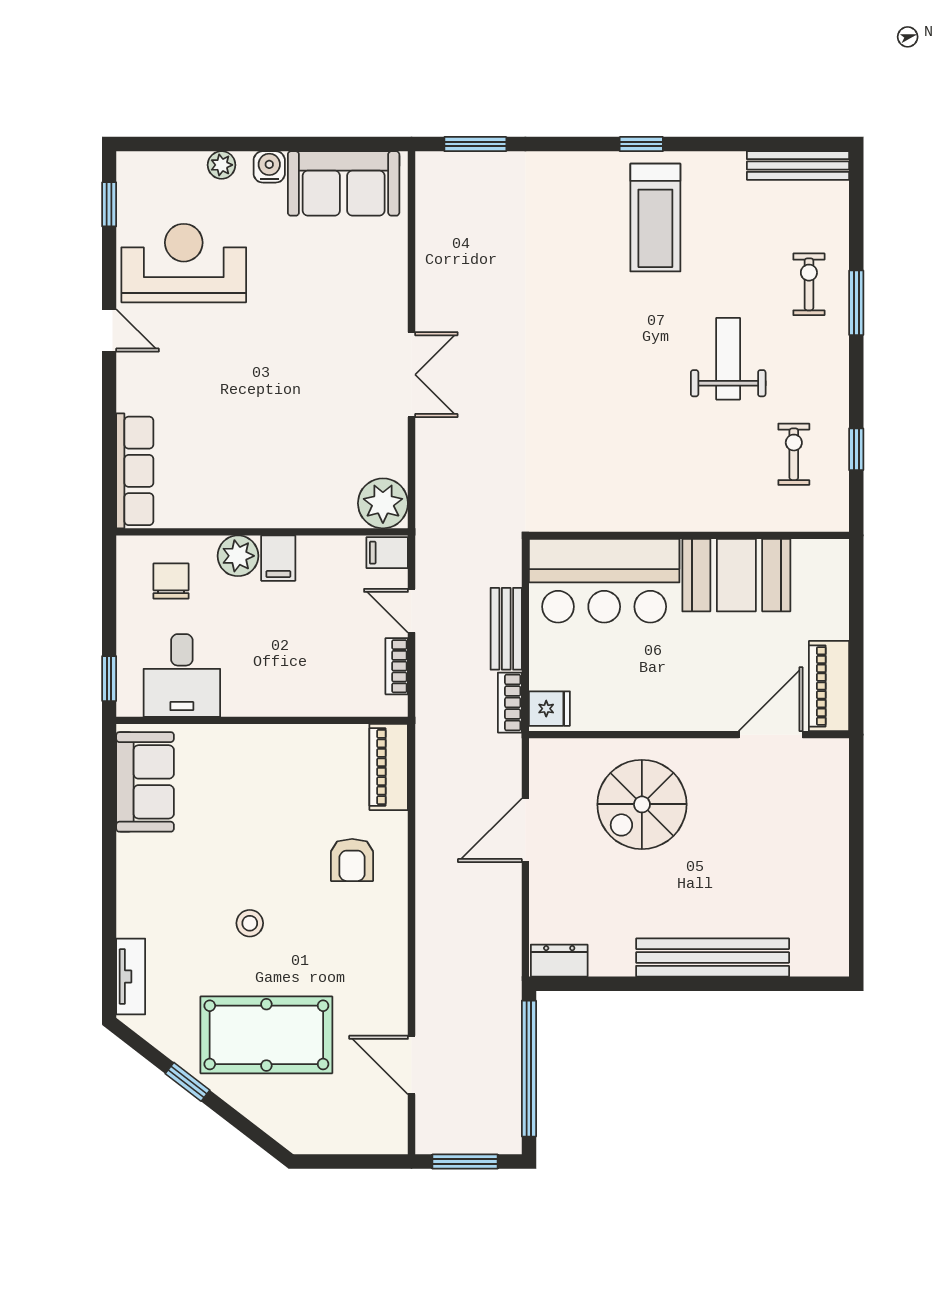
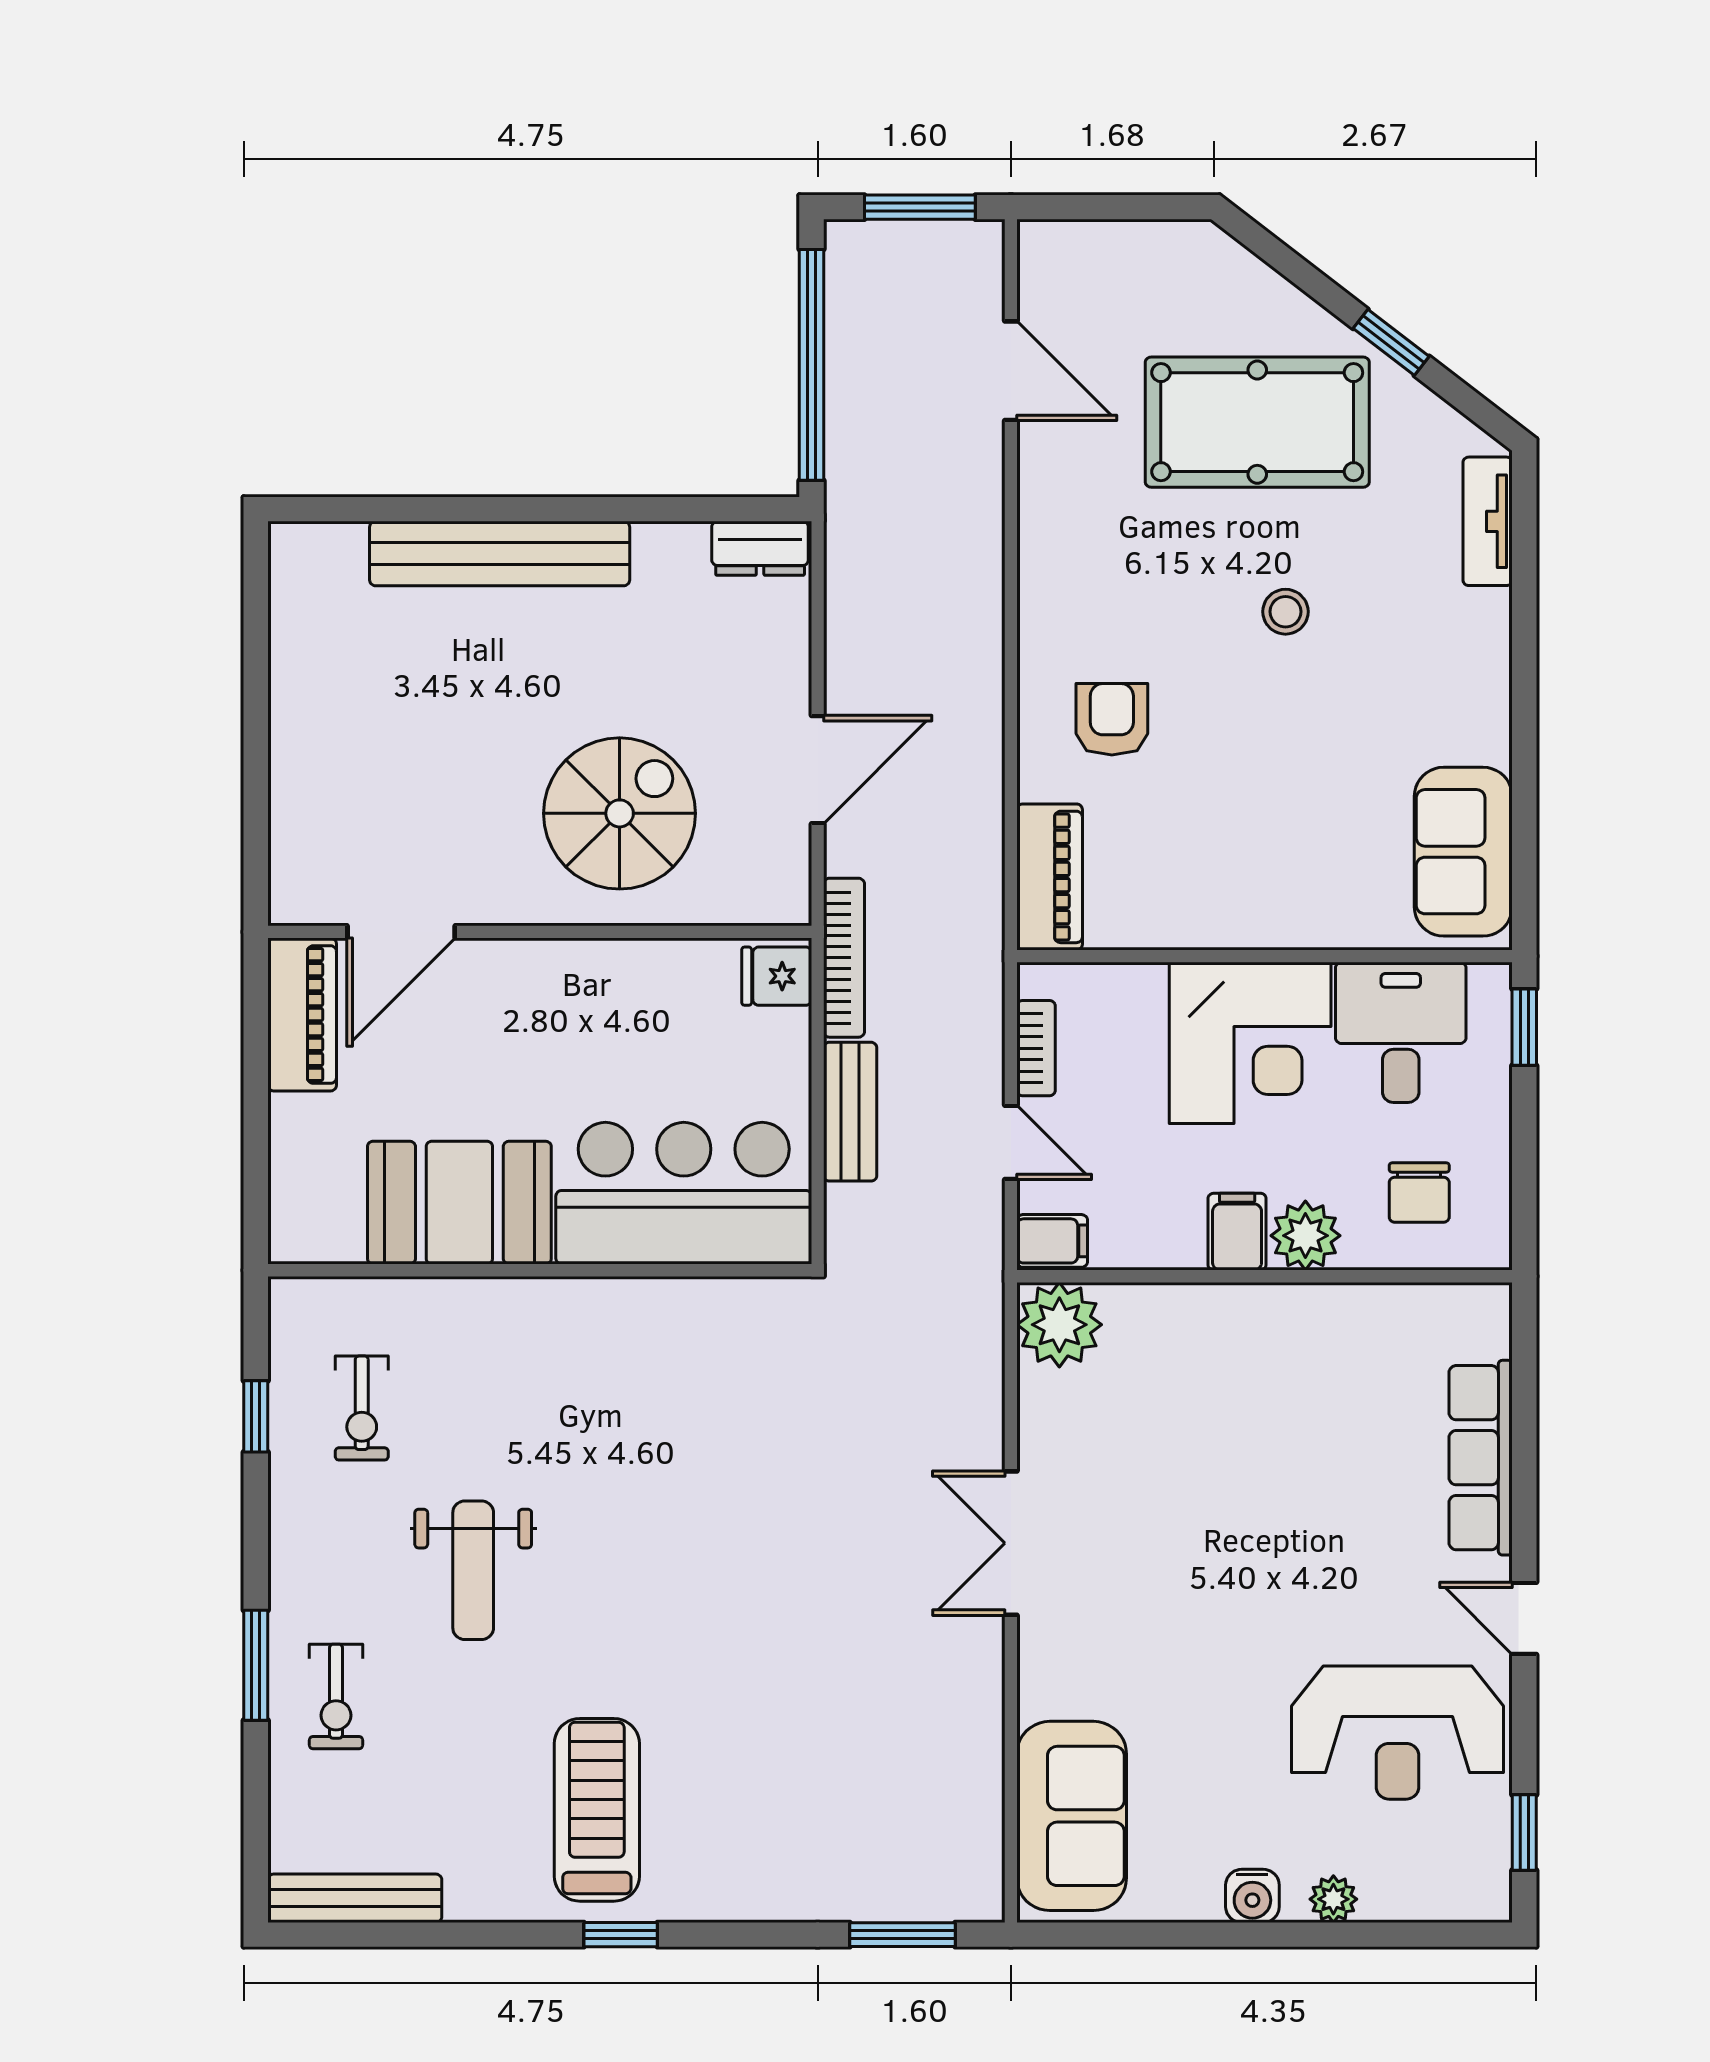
sofa: (344, 183) -> (1072, 1816), moved, turned 90
row of seats: (135, 471) -> (1481, 1458), moved
corner desk: (271, 669) -> (1250, 1043), added
bookcase: (510, 703) -> (844, 958), width x1.56

